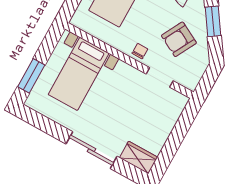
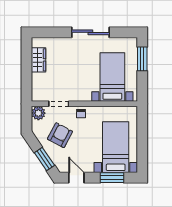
plant: (190, 80) -> (38, 113), added
sliding door: (91, 150) -> (90, 32), moved
wardrobe: (138, 158) -> (39, 60), moved, turned -90

